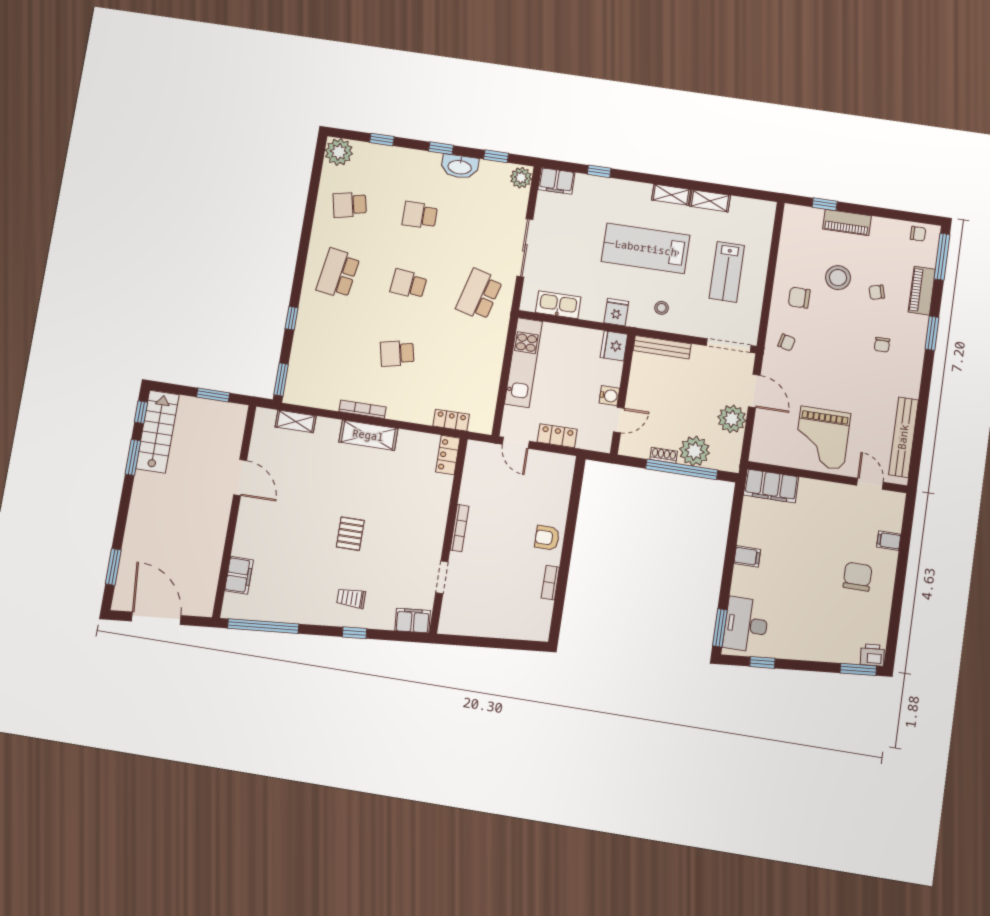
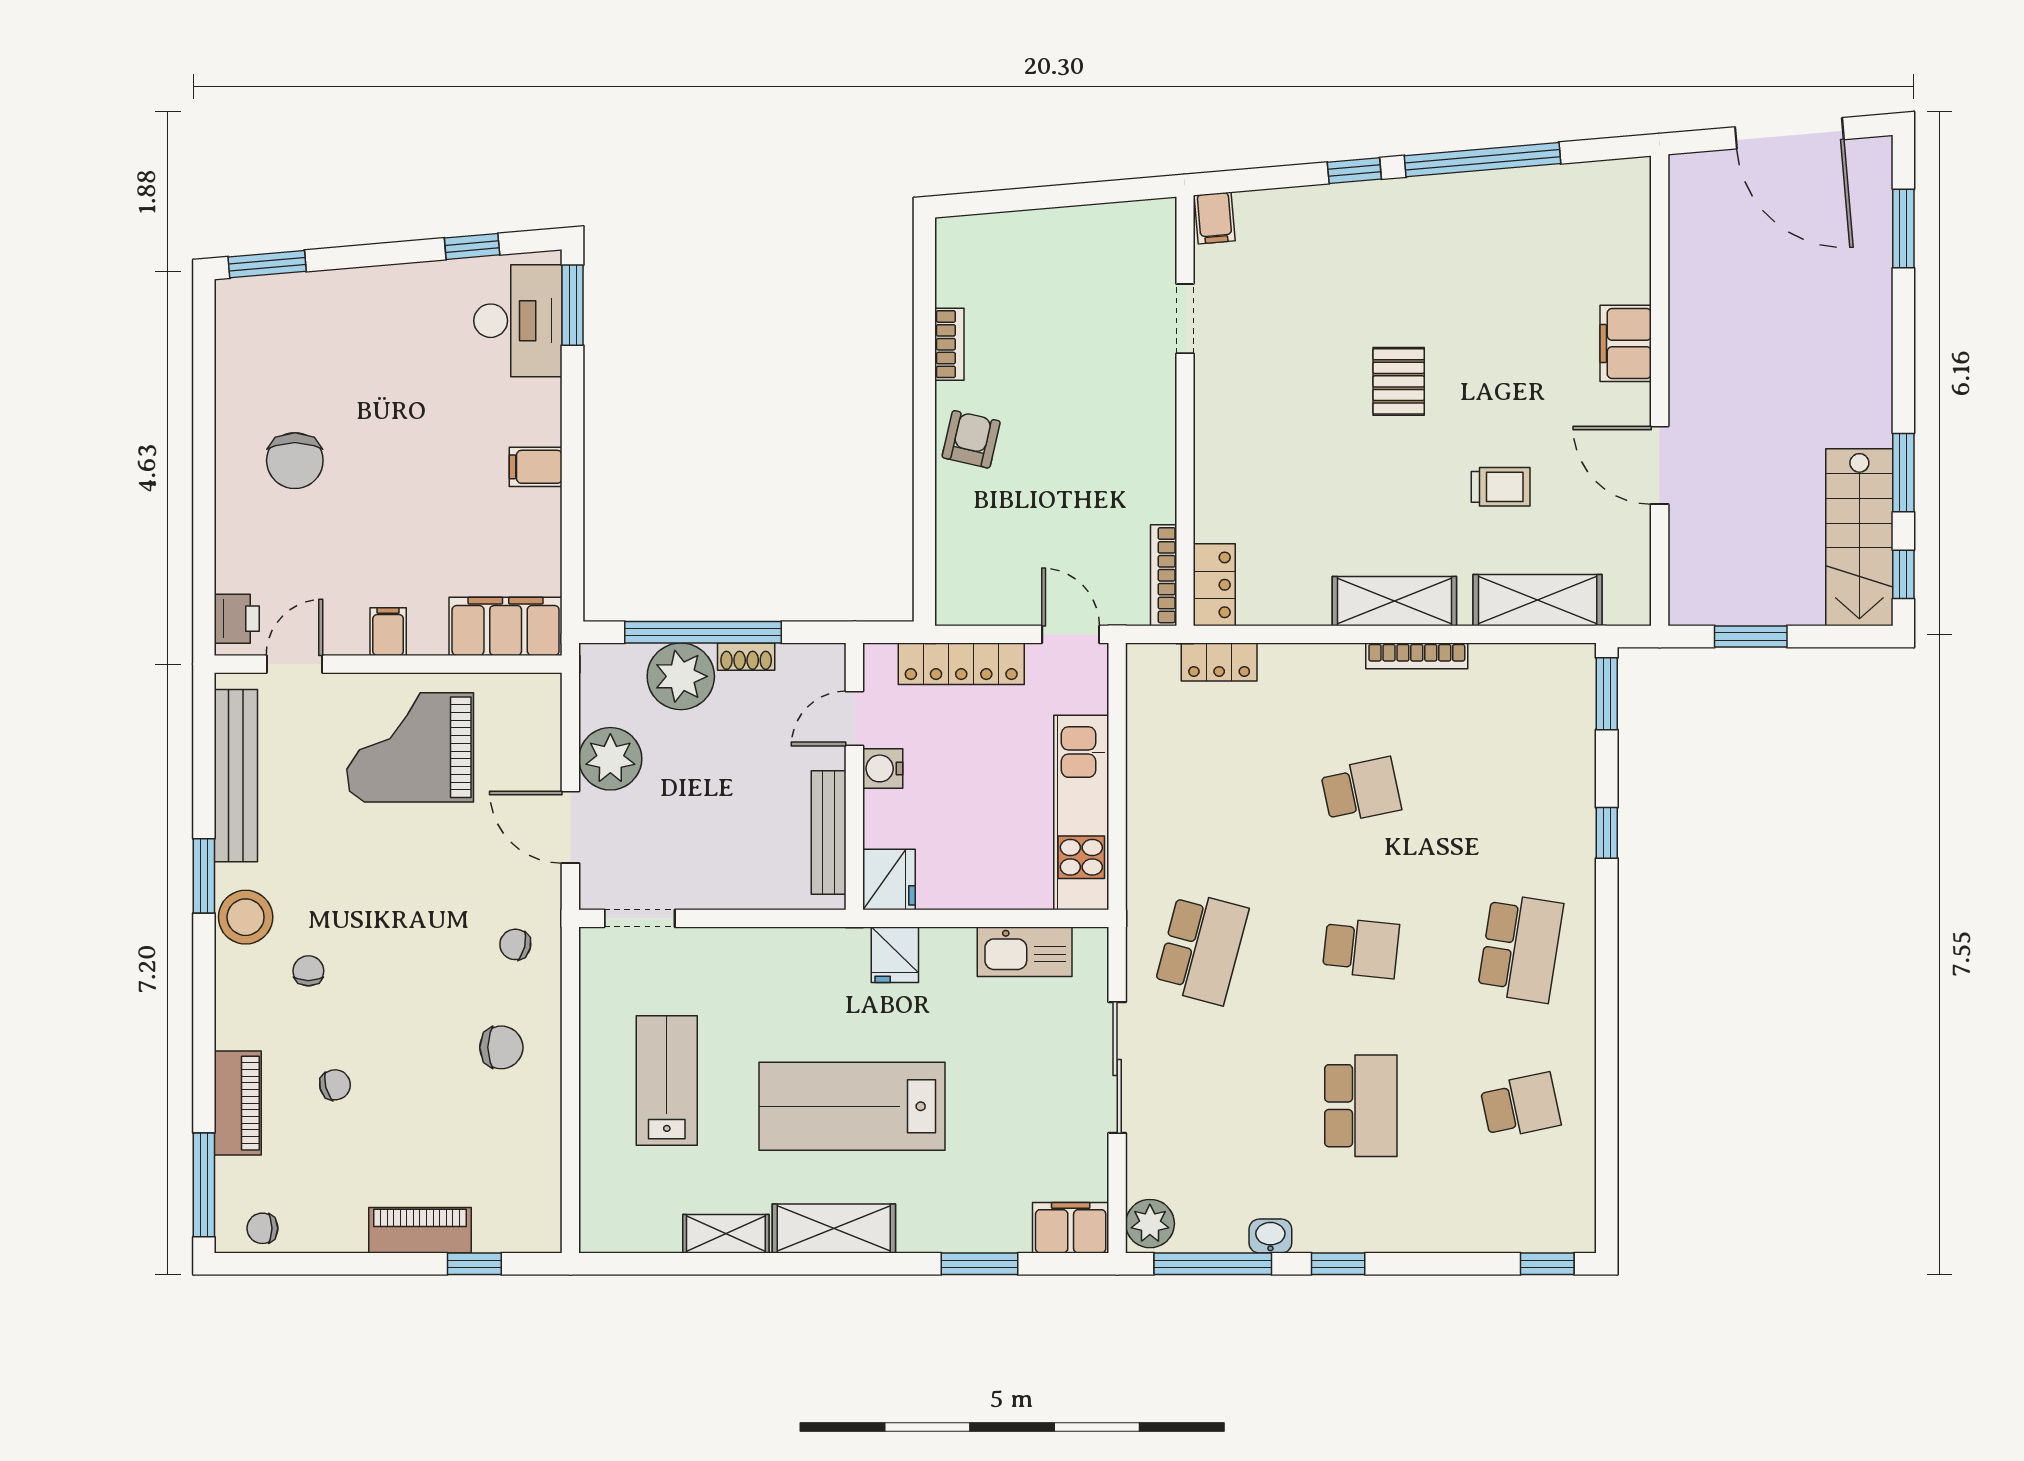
window: (382, 140) -> (1547, 1264), moved
plant: (339, 152) -> (1564, 1221), removed
window: (496, 156) -> (1213, 1264), width x2.17
washbasin: (460, 167) -> (1270, 1236), width x0.52, depth x0.69
window: (599, 171) -> (980, 1264), width x1.50
shelving: (671, 195) -> (834, 1229), width x1.50, depth x1.33
school desk: (420, 215) -> (1361, 1106), width x1.85
lab bench: (646, 248) -> (852, 1106), turned 180
stool: (838, 278) -> (246, 917), moved
stool: (662, 308) -> (798, 979), removed
window: (932, 333) -> (204, 876), moved
doorway: (729, 346) -> (640, 918), width x0.73
bench: (662, 347) -> (829, 832), moved, turned 90
shelving: (296, 421) -> (1538, 600), width x1.50, depth x1.33
locker: (557, 436) -> (961, 664), width x1.53
grand piano: (822, 438) -> (410, 747), turned -90
door: (870, 484) -> (295, 664), swing flipped
bookcase: (460, 528) -> (1164, 575), moved
armchair: (547, 538) -> (971, 439), turned -77
filing cabinet: (889, 541) -> (388, 632), moved, turned -90
filing cabinet: (239, 575) -> (1626, 343), moved
trolley: (351, 598) -> (1501, 487), moved
filing cabinet: (413, 621) -> (1215, 218), width x0.50
window: (263, 626) -> (1483, 160), moved
printer: (872, 655) -> (237, 619), moved, turned -85

